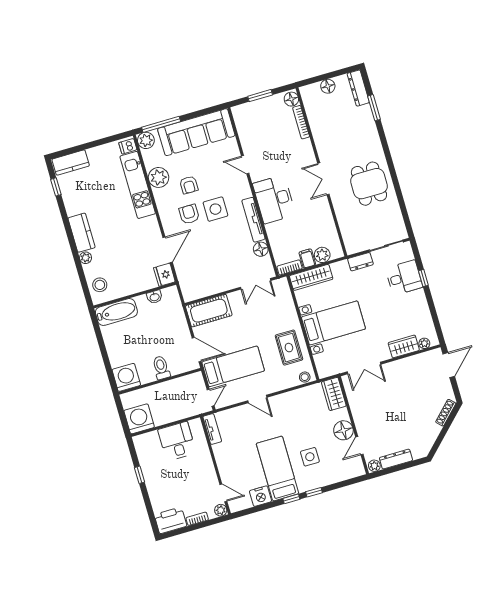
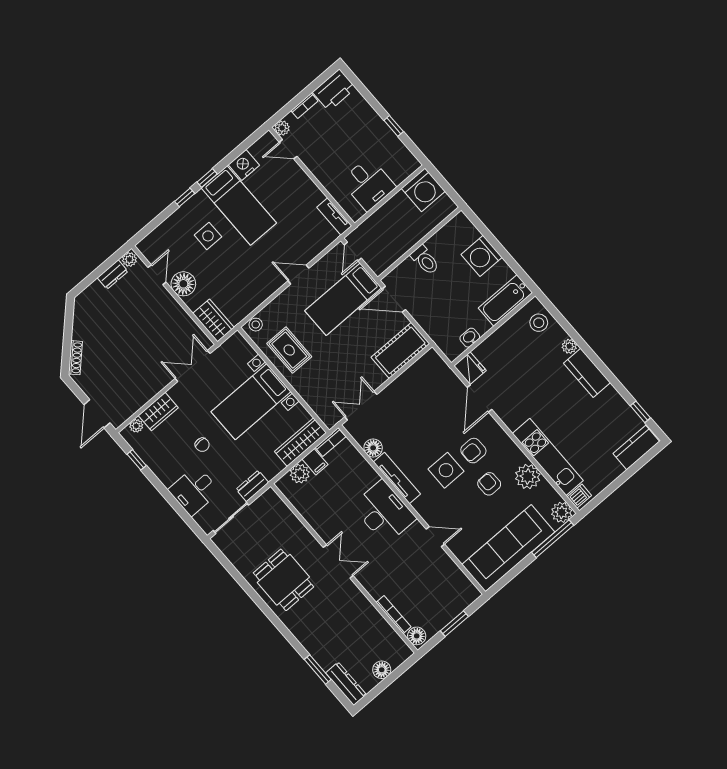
armchair: (189, 214) -> (473, 451), turned 90
window: (423, 278) -> (137, 460), moved
chair: (383, 308) -> (202, 445), added
washing machine: (126, 377) -> (482, 256), moved, turned 90
dresser: (396, 459) -> (113, 275), width x0.70

